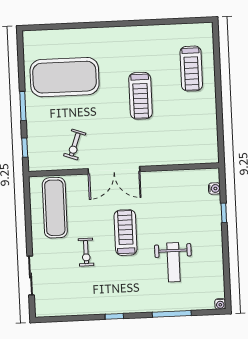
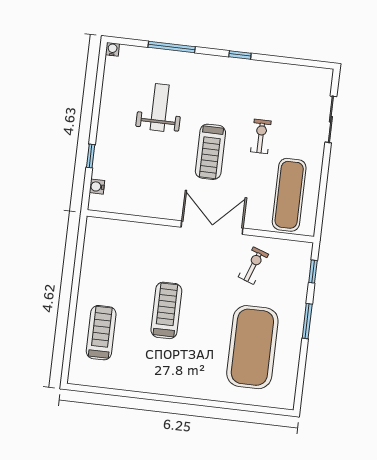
exercise mat: (65, 77) -> (252, 347), turned 90

